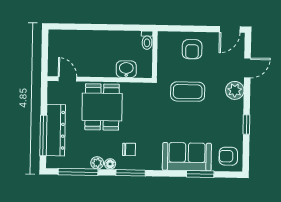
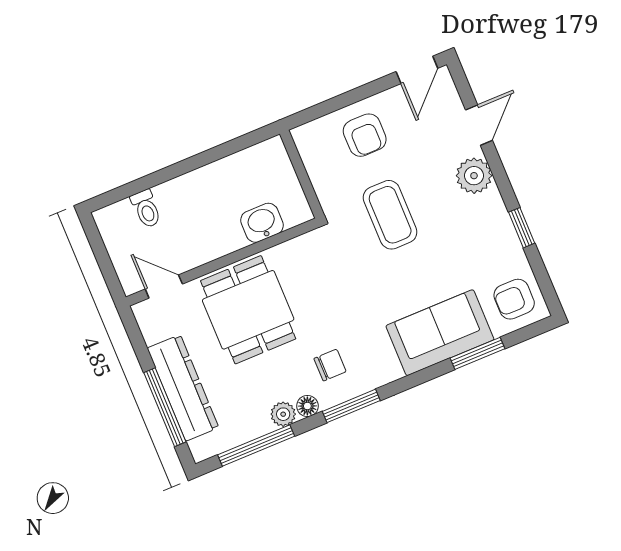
toilet: (147, 40) -> (146, 209), moved
coffee table: (188, 92) -> (390, 215), turned 90

